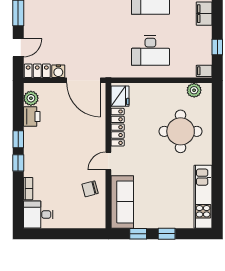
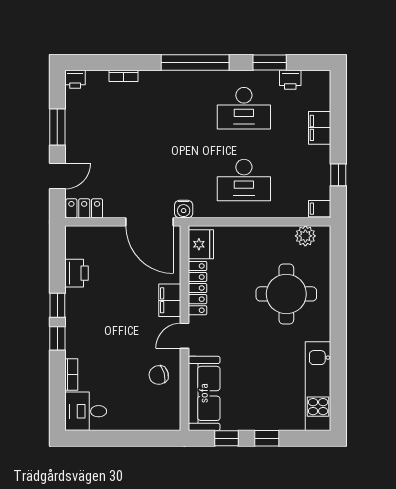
water cooler: (58, 71) -> (184, 209), moved
plant: (31, 98) -> (75, 247), removed
filing cabinet: (98, 136) -> (170, 300), added

